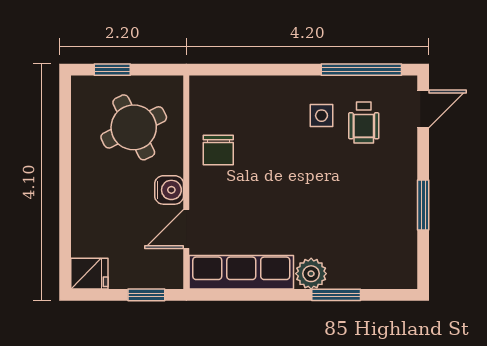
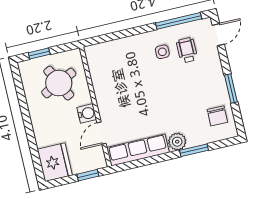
wheelchair: (364, 122) -> (187, 50), turned 180
chair: (218, 150) -> (217, 116), moved
fridge: (89, 274) -> (55, 162), width x1.88, depth x1.34

